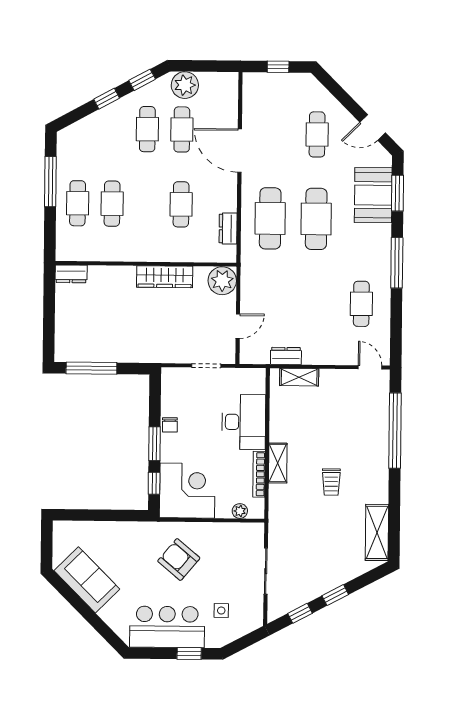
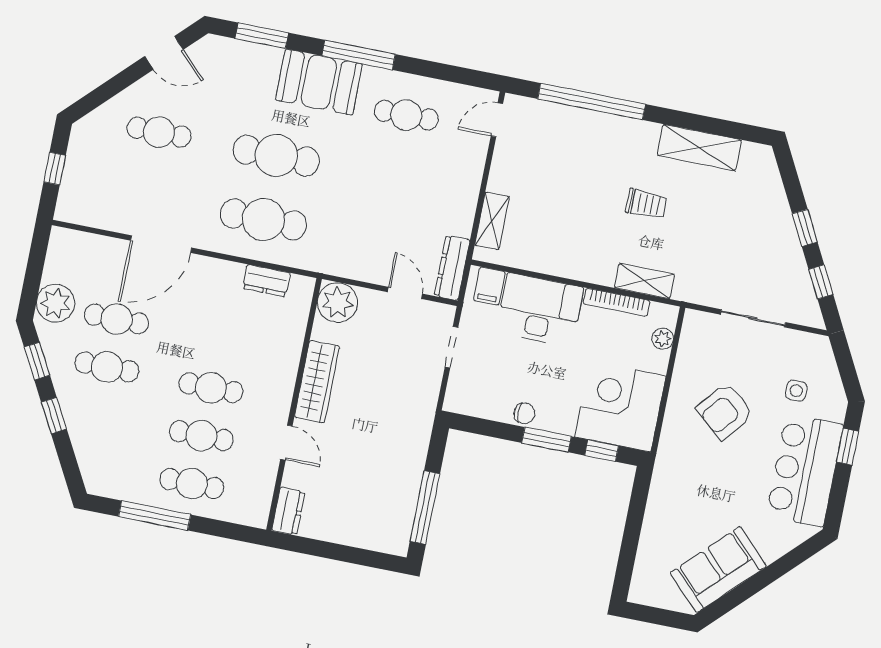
door: (373, 127) -> (164, 53), hinge flipped
booth: (373, 195) -> (319, 82), moved
cafe table: (181, 204) -> (211, 388), moved
door: (118, 264) -> (286, 443), added
dresser: (286, 356) -> (452, 268), moved, width x1.44
filing cabinet: (254, 384) -> (489, 286), added
shelving: (278, 463) -> (644, 281), moved
shelving: (377, 532) -> (699, 148), moved
armchair: (179, 560) -> (725, 411), moved

